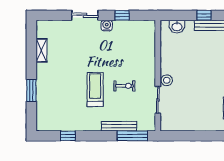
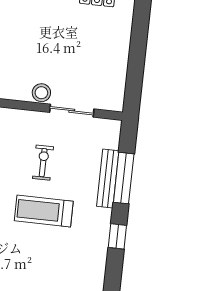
window: (68, 136) -> (117, 236), moved
window: (132, 136) -> (124, 178), moved

